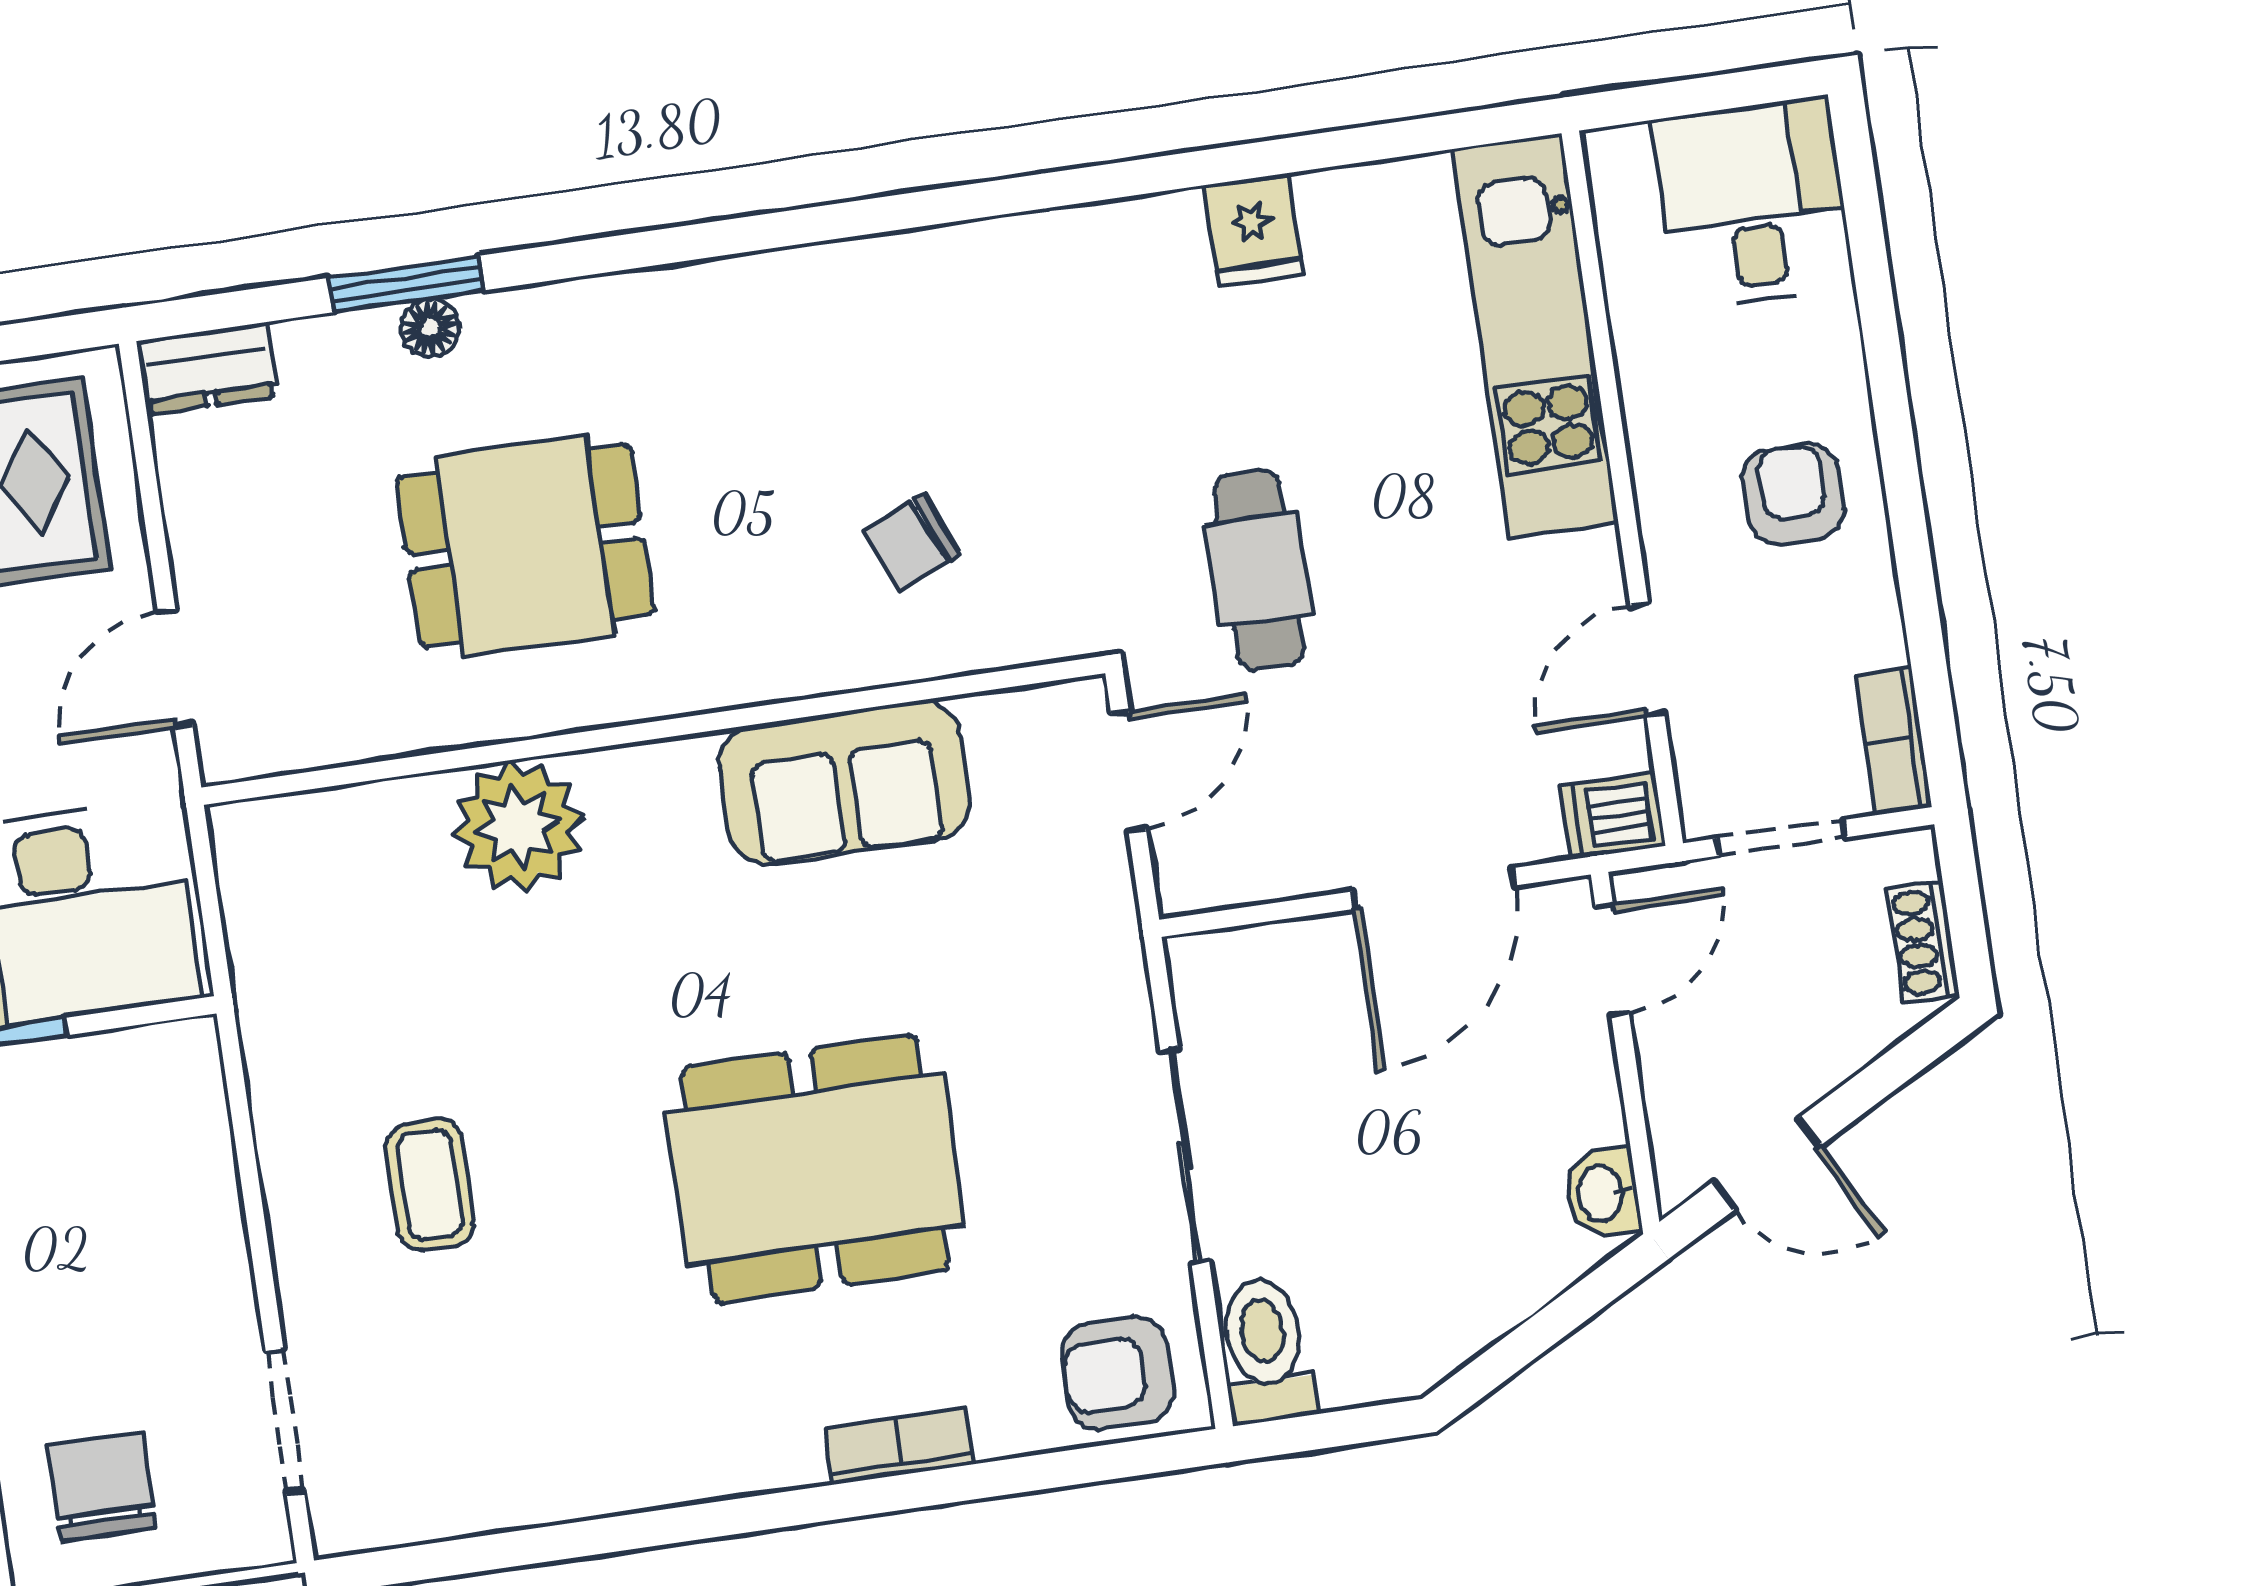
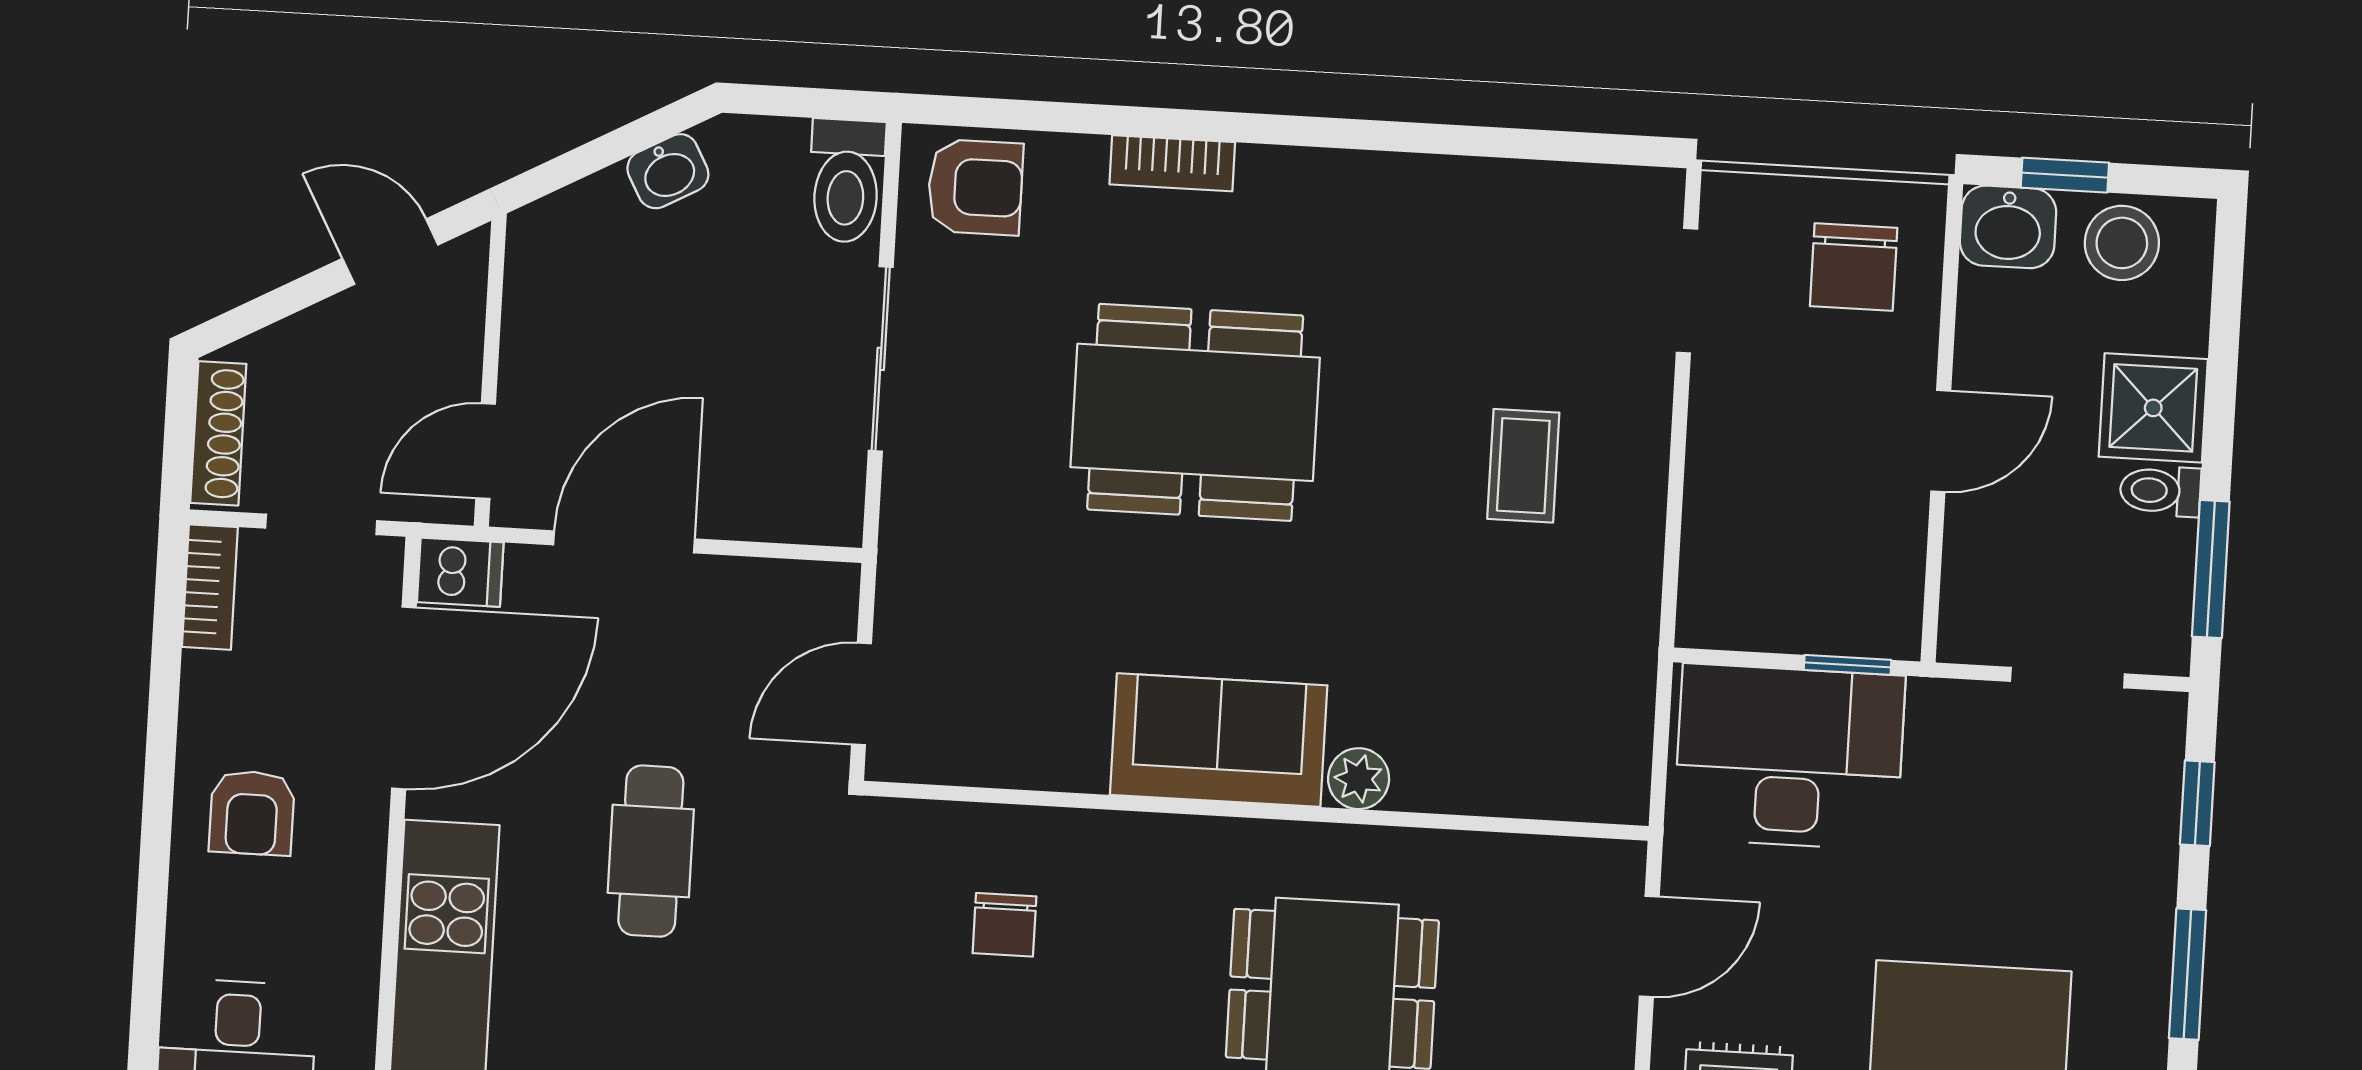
chair: (912, 542) -> (1004, 925), turned 113
cafe table: (1259, 570) -> (651, 851), moved
door: (1647, 660) -> (404, 698), width x1.88
sofa: (845, 783) -> (1219, 740), moved
plant: (518, 826) -> (1359, 779), width x0.53, depth x0.53
shoe rack: (1923, 942) -> (218, 433), width x1.43
washbasin: (1602, 1193) -> (668, 171), moved, turned 62

